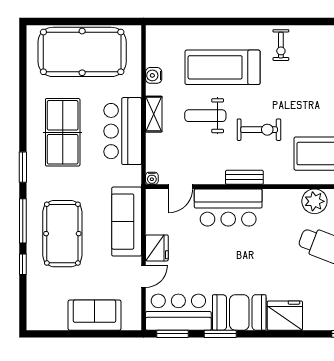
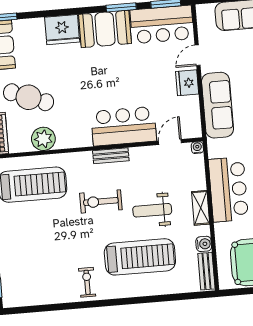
bench: (153, 46) -> (206, 271), added
weight bench: (205, 116) -> (152, 210), turned 180

